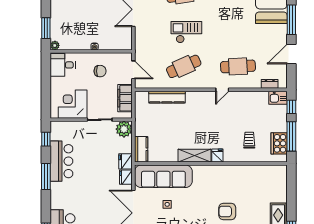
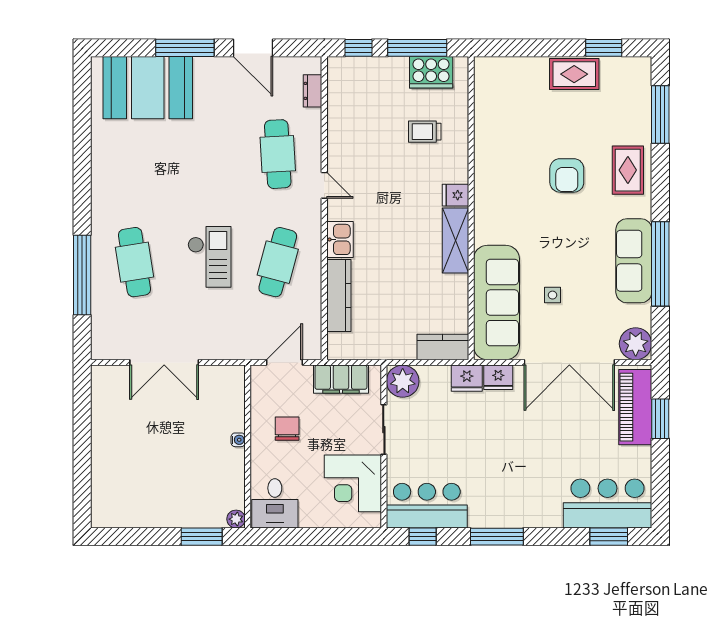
checkout: (186, 32) -> (209, 257), turned 180
cafe table: (184, 66) -> (278, 262), turned 39
kitchen sink: (278, 98) -> (340, 239), moved
bar counter: (61, 161) -> (427, 506), moved

